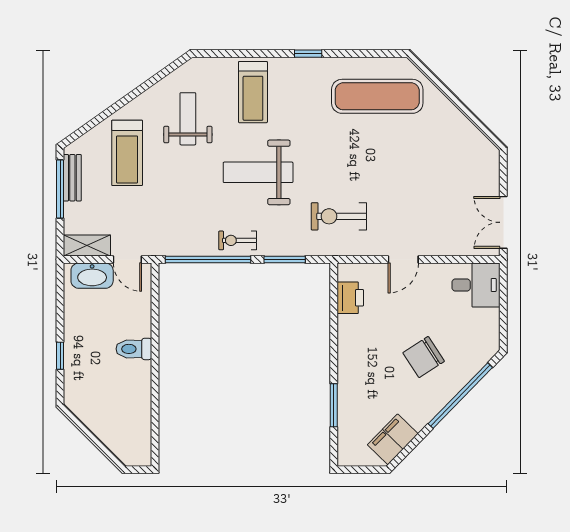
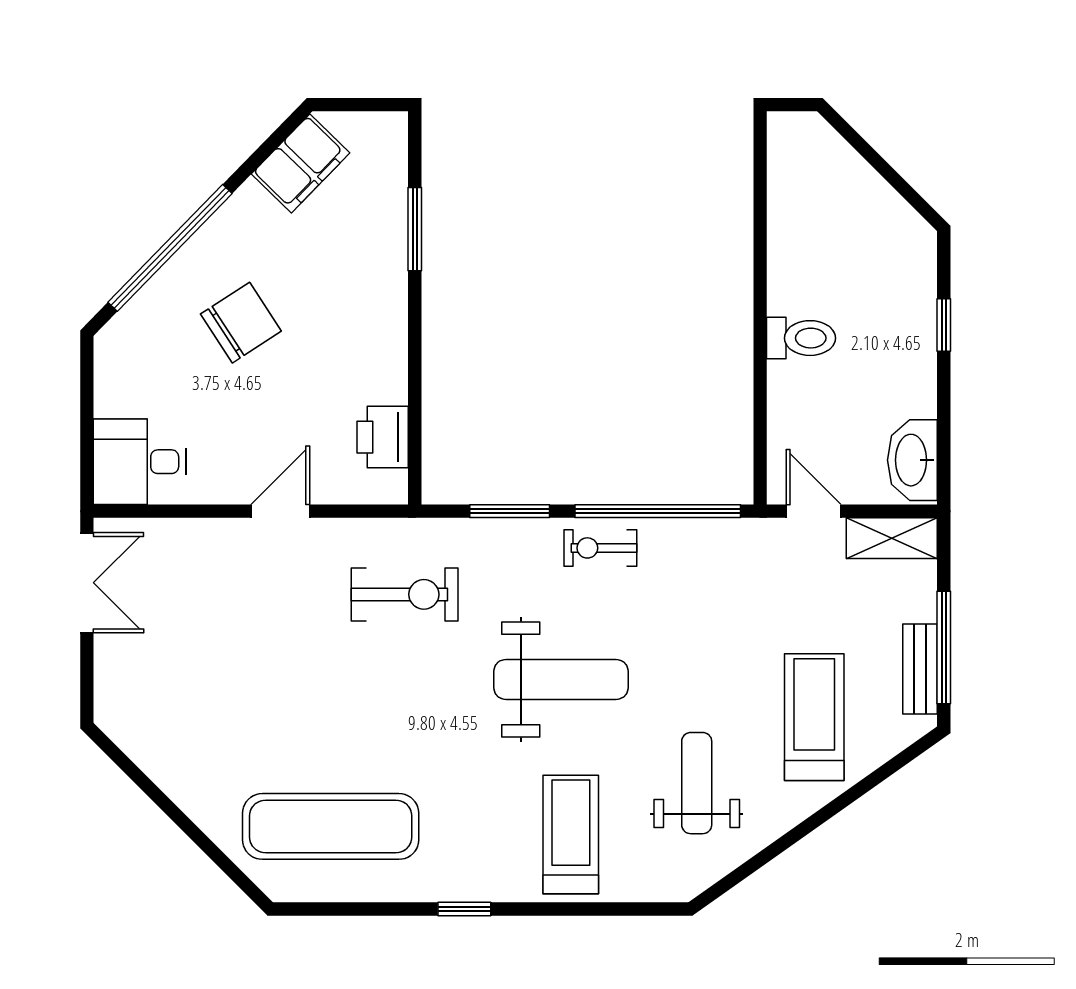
weight bench: (188, 119) -> (697, 783), turned 180
exercise bike: (238, 240) -> (600, 548), turned 180
washbasin: (92, 276) -> (912, 460), moved, turned -90

